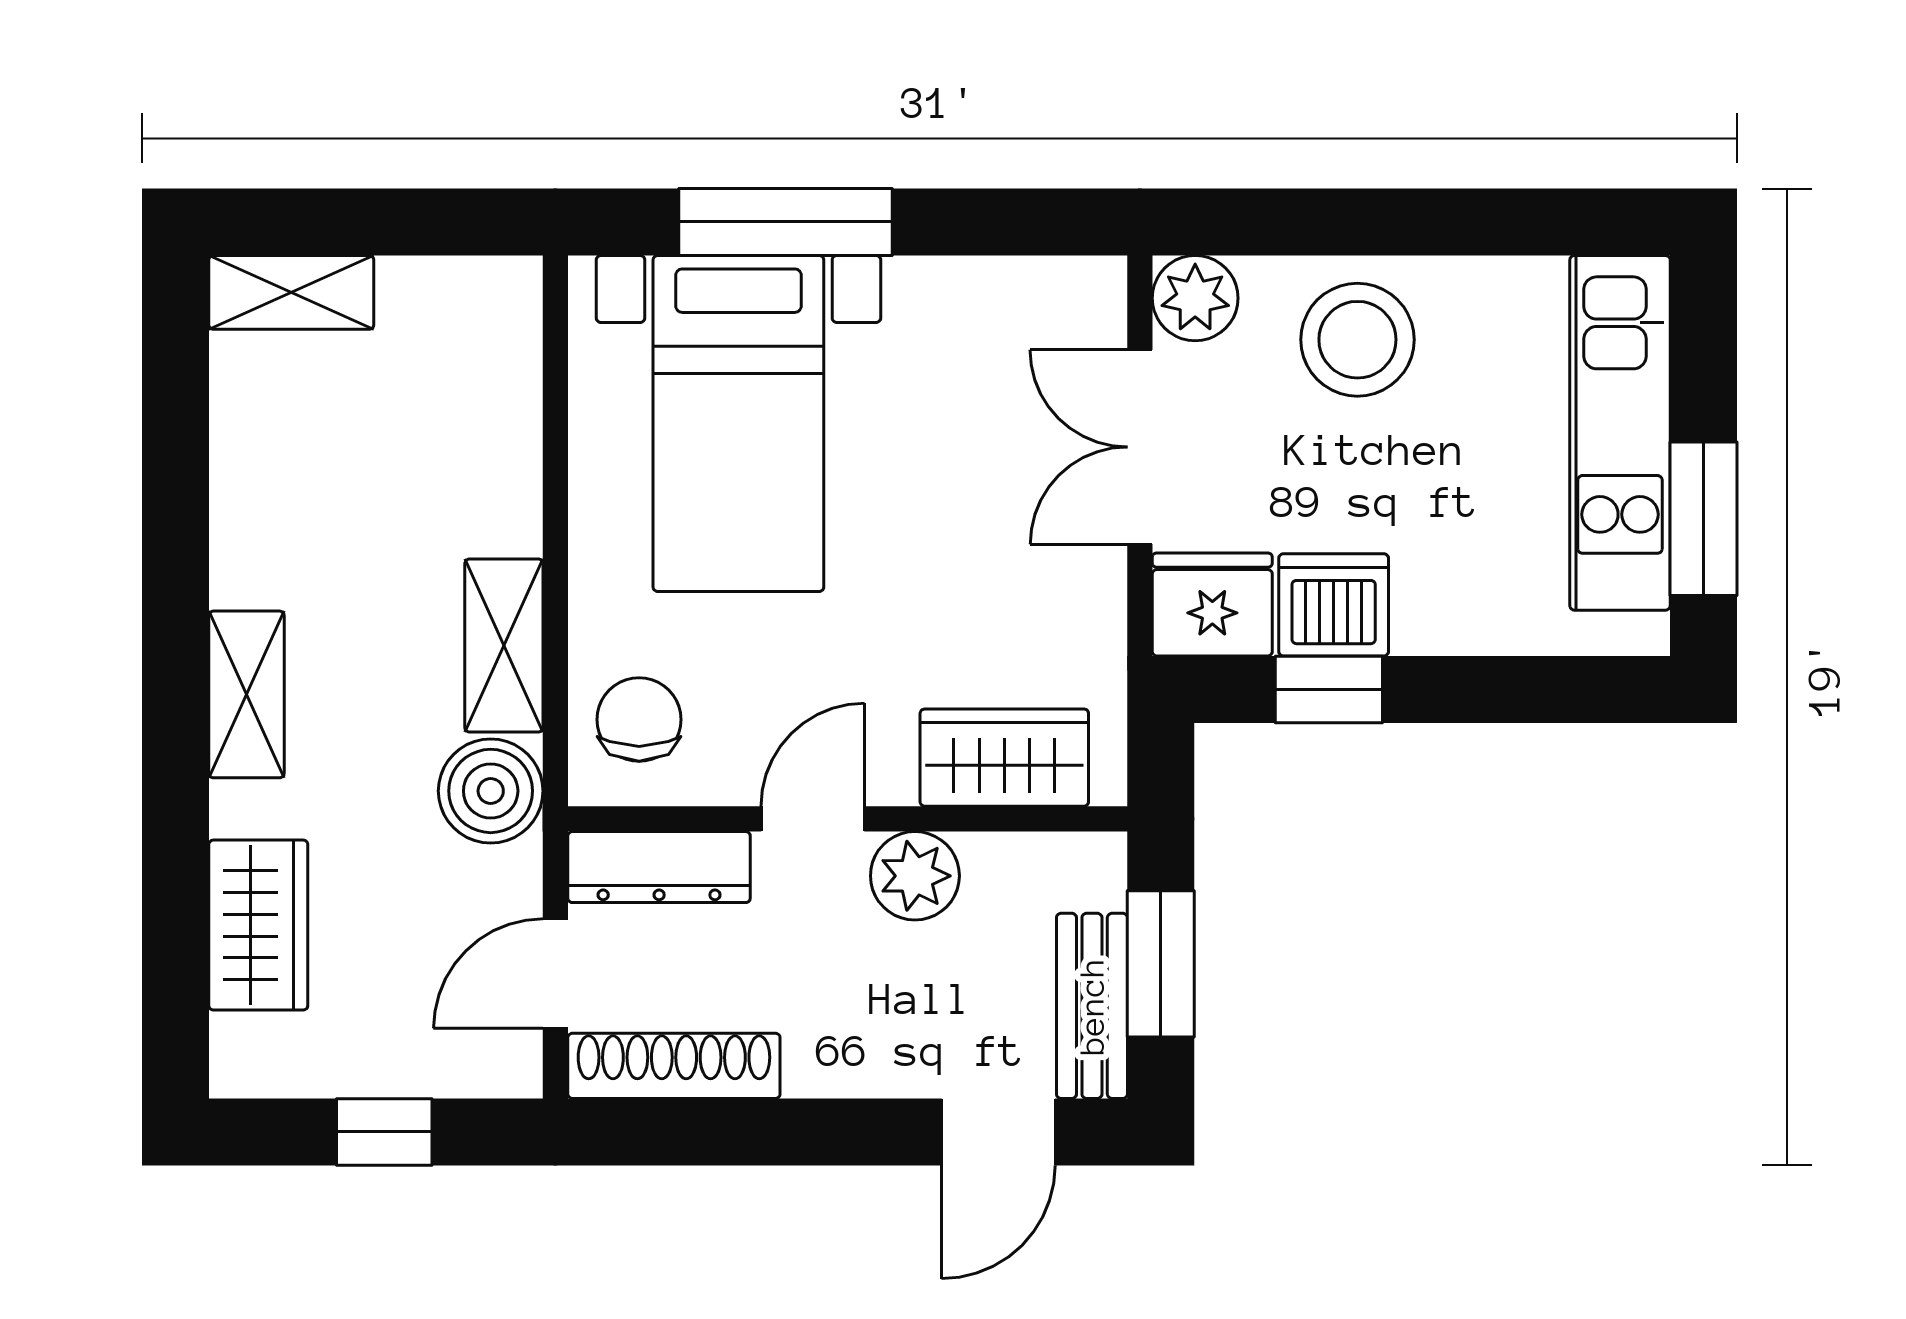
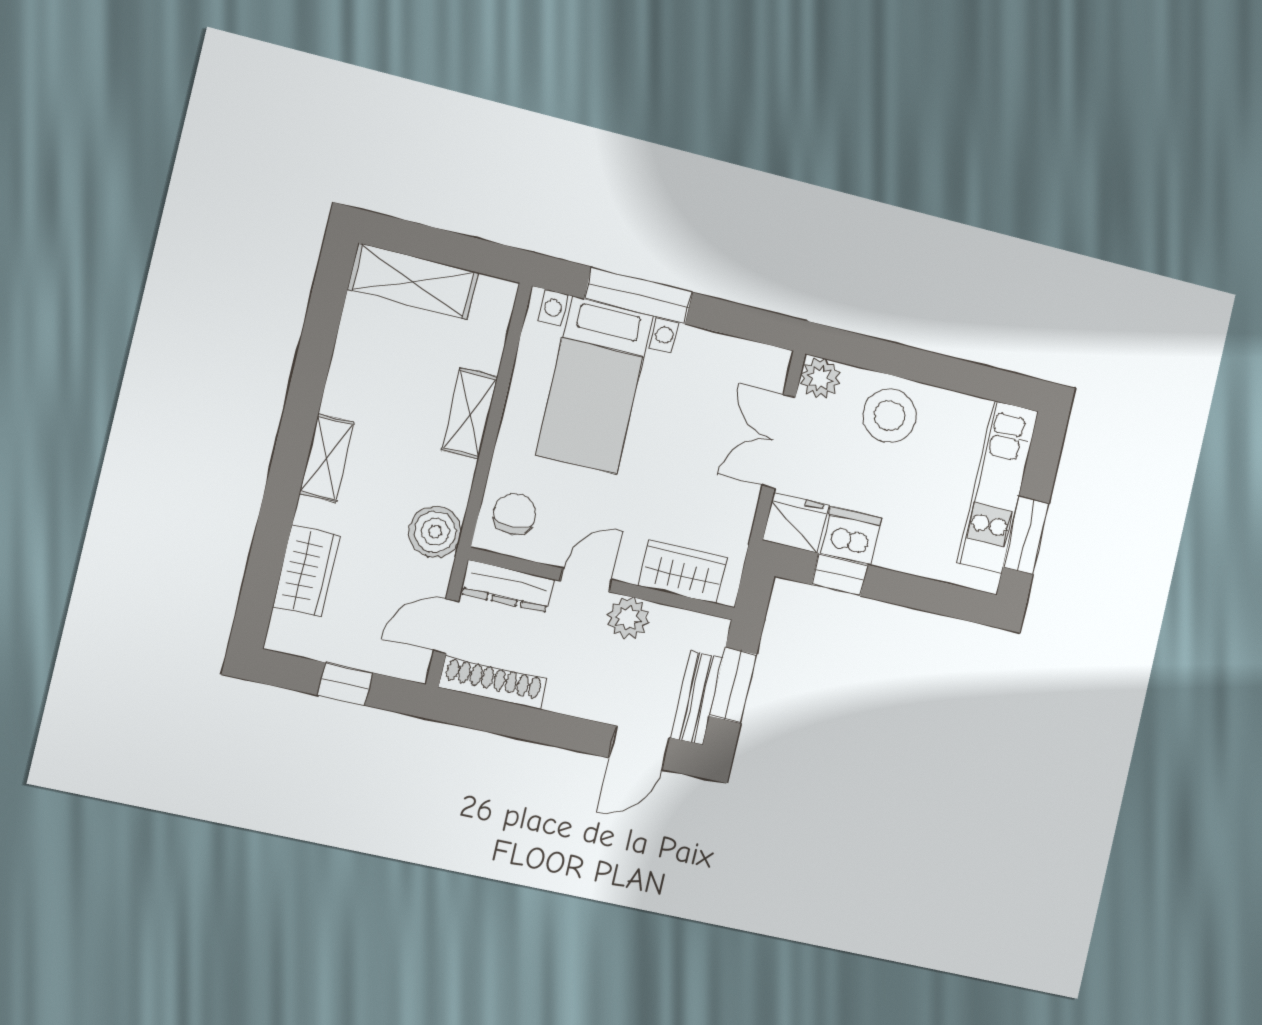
shelving: (291, 292) -> (413, 281), width x1.50, depth x1.33
shelving: (504, 646) -> (469, 414), moved

